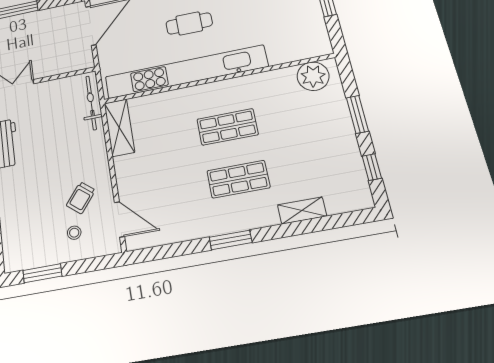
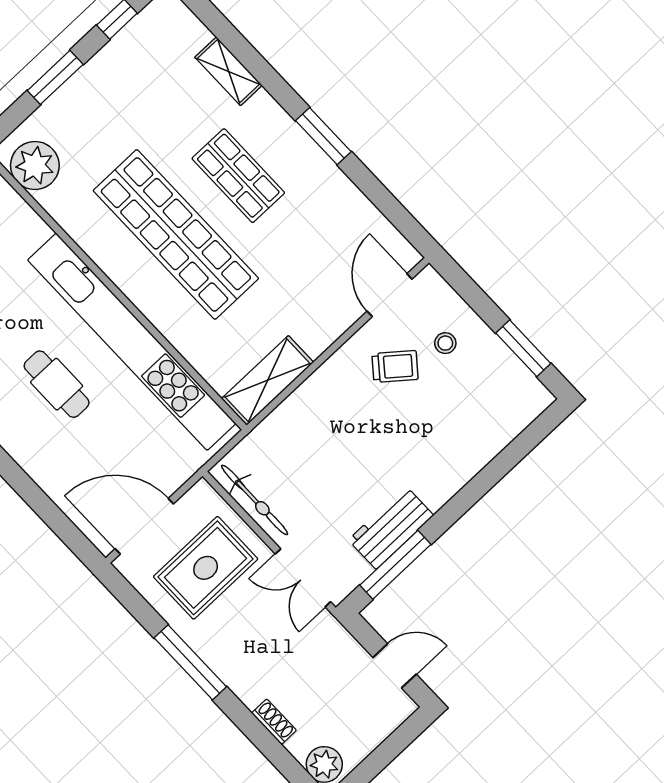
rug: (51, 43) -> (206, 568), added
bicycle: (91, 103) -> (255, 500), moved, turned -90
shop shelf: (227, 127) -> (176, 234), width x2.00, depth x1.36

